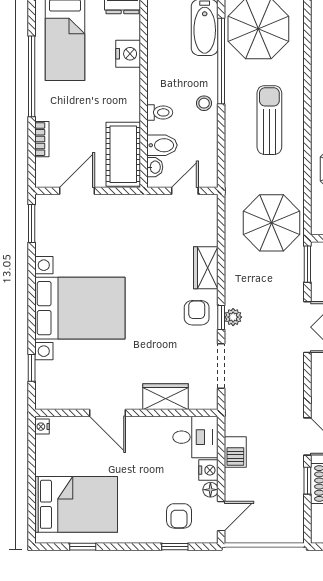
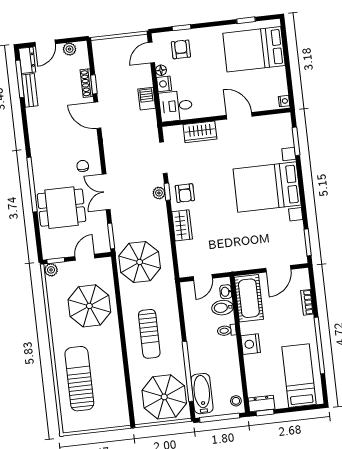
nightstand: (128, 54) -> (251, 344), moved
stool: (204, 103) -> (236, 401), moved
window: (32, 368) -> (296, 141), width x1.50

